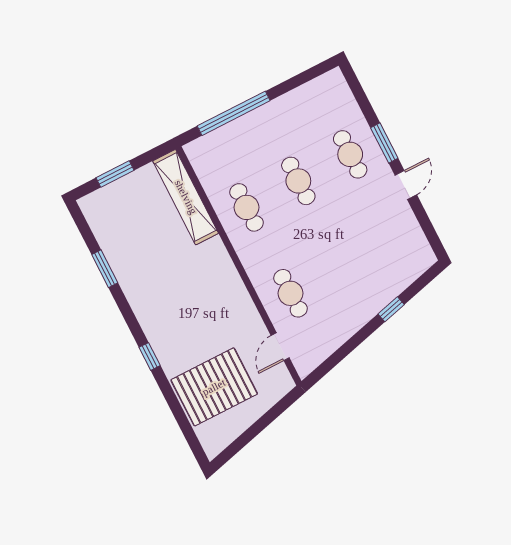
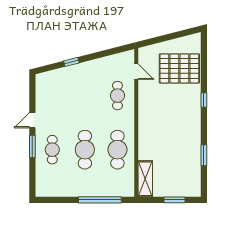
cafe table: (298, 181) -> (85, 150), width x1.37, depth x1.35
shelving: (186, 197) -> (145, 179), width x0.68
cafe table: (247, 207) -> (117, 150), width x1.37, depth x1.35
door: (280, 347) -> (136, 72), hinge flipped

